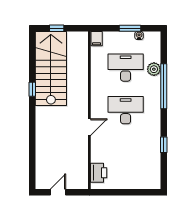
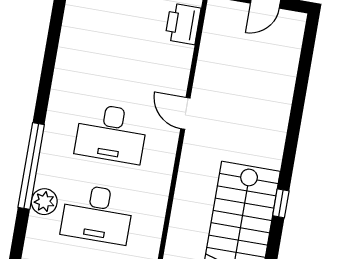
door: (89, 127) -> (185, 113), hinge flipped
window: (164, 145) -> (50, 55), removed

